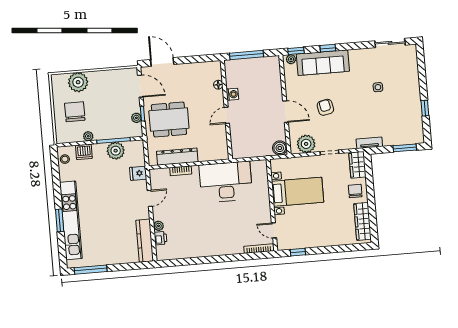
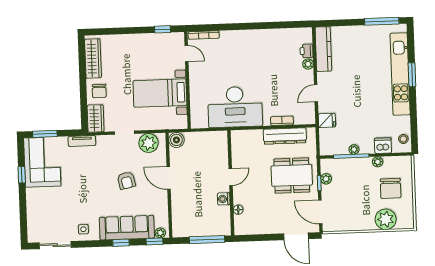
side table: (378, 87) -> (83, 229), moved
corner sofa: (406, 121) -> (42, 162), added
plant: (116, 151) -> (354, 149), width x0.53, depth x0.53

